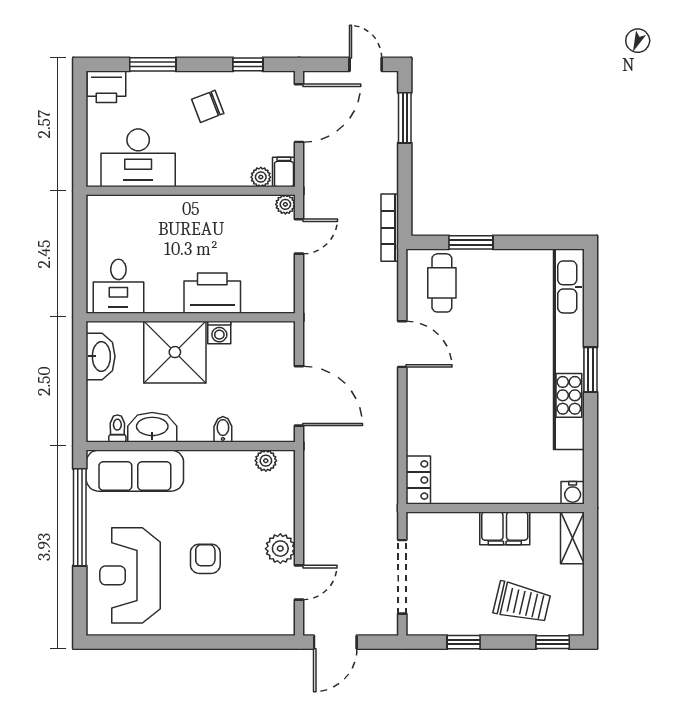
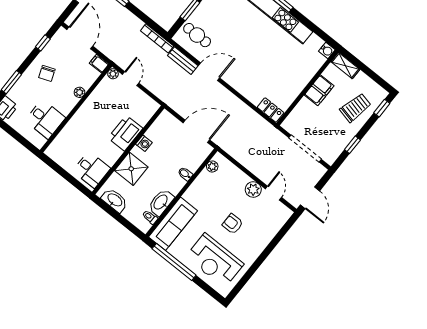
desk: (138, 158) -> (45, 119), width x0.73
plant: (261, 177) -> (79, 92), moved
bench: (387, 292) -> (183, 61), added
shower: (175, 352) -> (131, 169), width x0.73, depth x0.73

